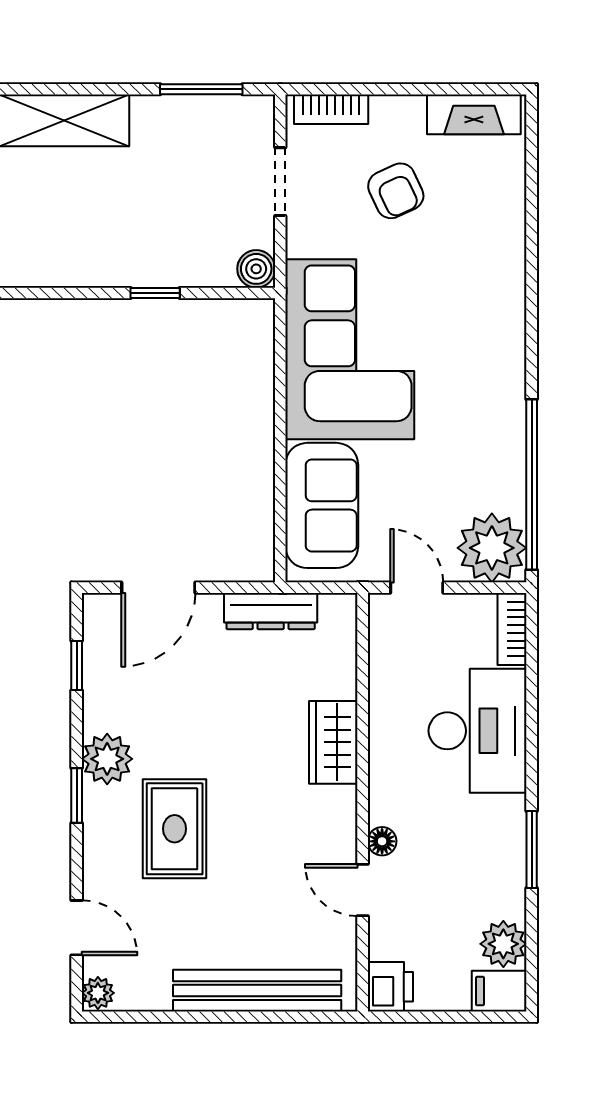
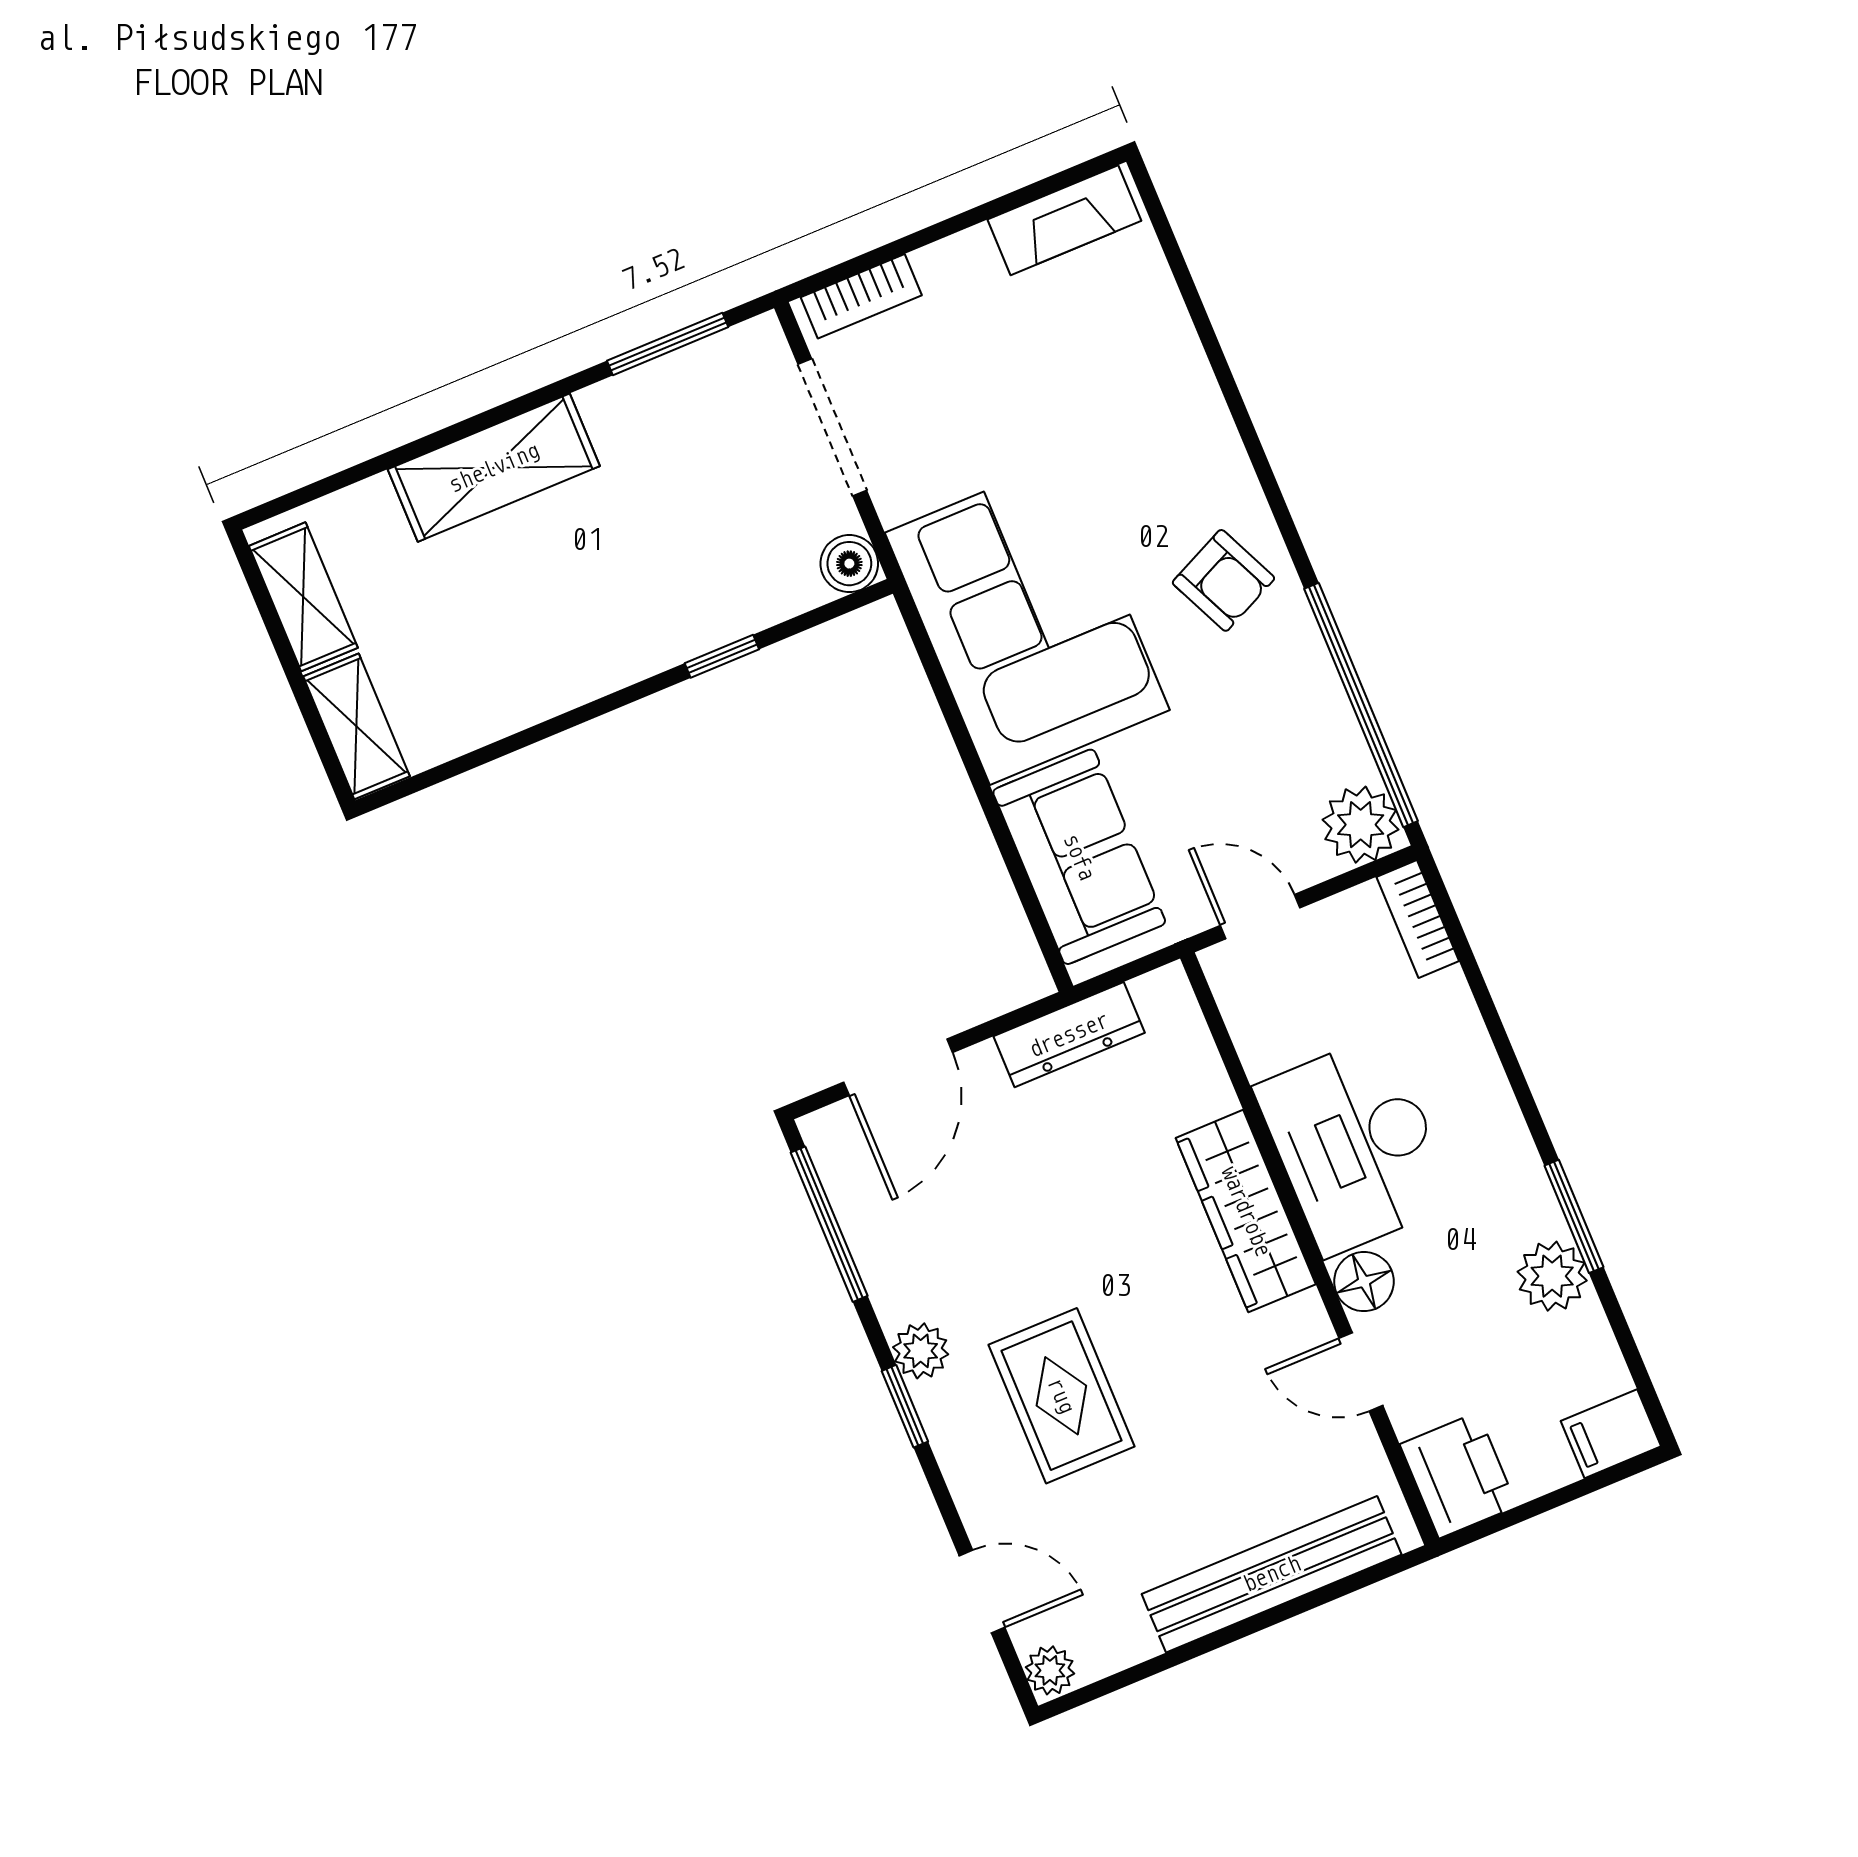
doorway: (280, 182) -> (832, 427), width x1.38
armchair: (396, 191) -> (1223, 580), moved
plant: (492, 548) -> (1361, 825), width x0.73, depth x0.73
window: (77, 666) -> (829, 1224), width x2.17
desk: (478, 731) -> (1355, 1145), moved, turned 180
wardrobe: (333, 742) -> (1246, 1211), width x1.50
plant: (107, 759) -> (921, 1351), width x0.73, depth x0.73
floor lamp: (382, 841) -> (1364, 1282), width x1.37, depth x1.37
plant: (503, 944) -> (1552, 1276), moved
printer: (390, 987) -> (1458, 1475), width x1.36, depth x1.24

